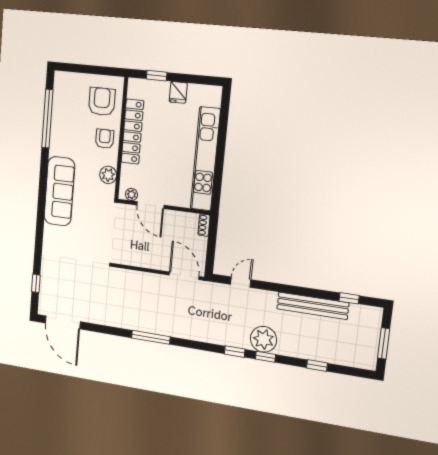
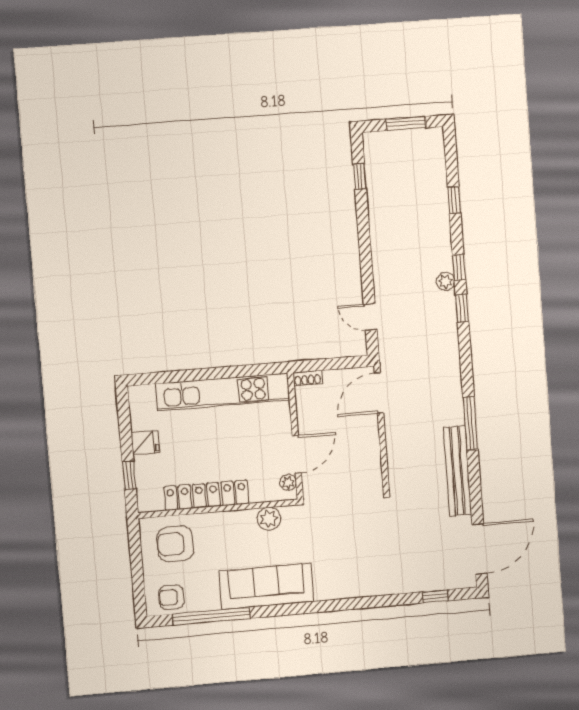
armchair: (105, 139) -> (171, 597), moved
sofa: (59, 191) -> (266, 586), moved
bench: (313, 306) -> (457, 471), moved
plant: (263, 339) -> (446, 281), width x0.53, depth x0.53

